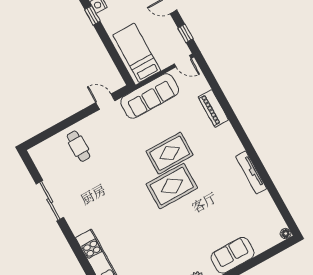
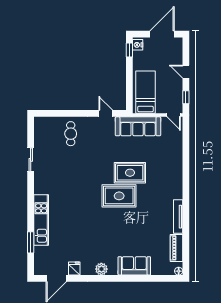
piano: (213, 108) -> (177, 248), moved
sliding door: (50, 201) -> (31, 160), width x0.73

